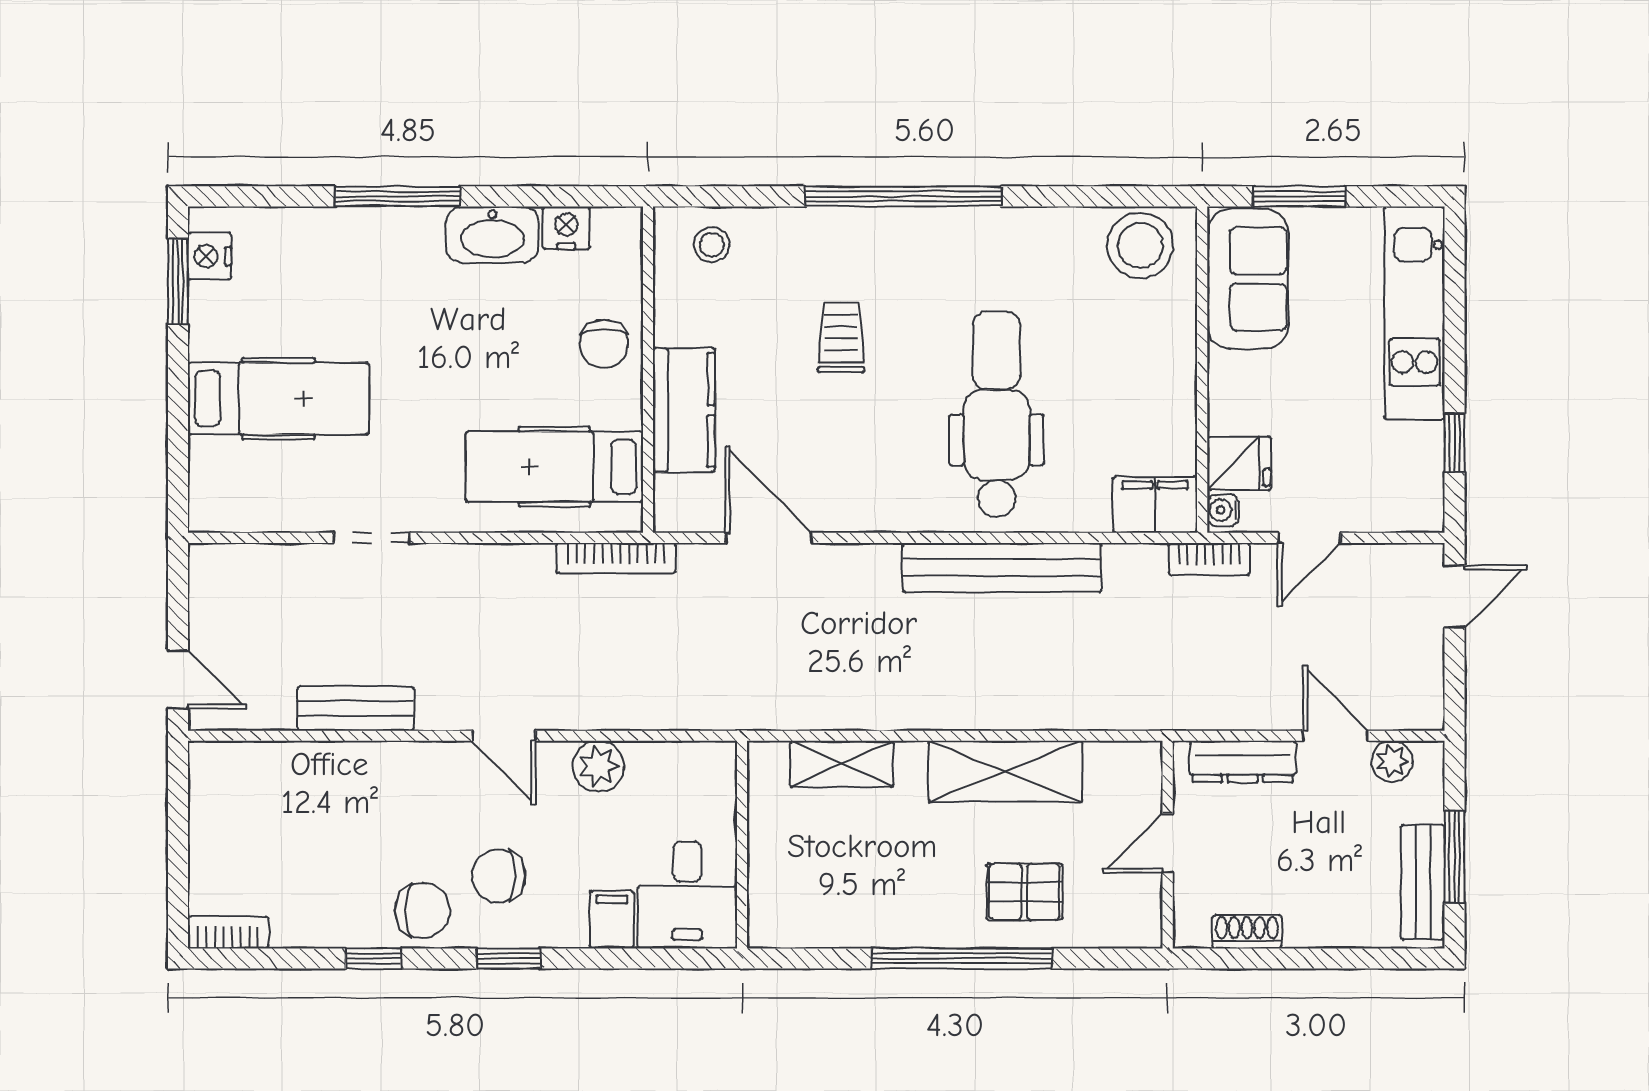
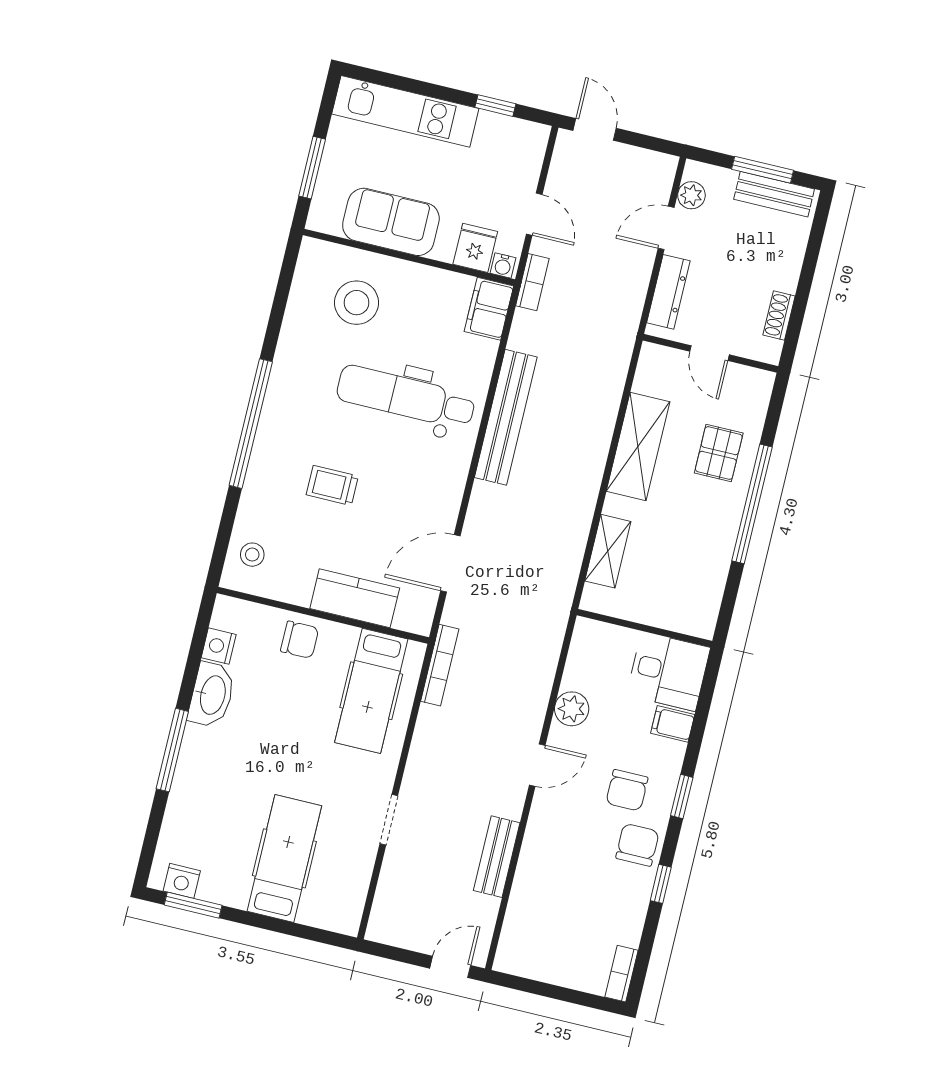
stool: (1140, 246) -> (357, 303), moved
sofa: (1248, 279) -> (391, 222), moved

